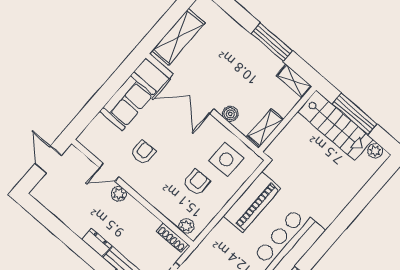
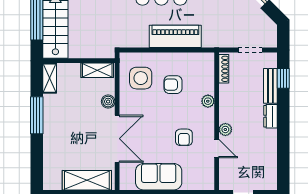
armchair: (143, 152) -> (184, 137), turned -90
piano: (252, 202) -> (175, 36), moved
plant: (186, 226) -> (208, 101), moved

